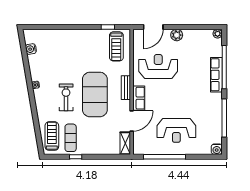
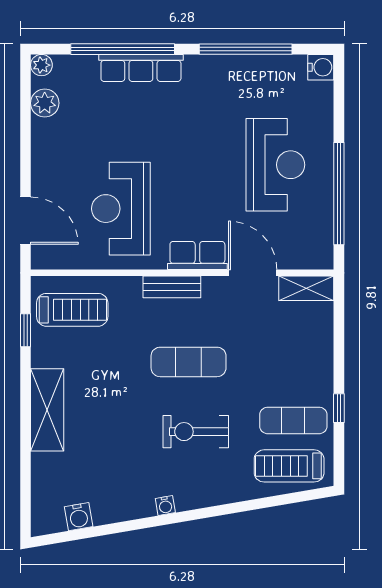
plant: (177, 35) -> (45, 103), moved
shelving: (75, 36) -> (47, 410), added
exercise mat: (95, 94) -> (189, 362), width x0.50, depth x0.69

